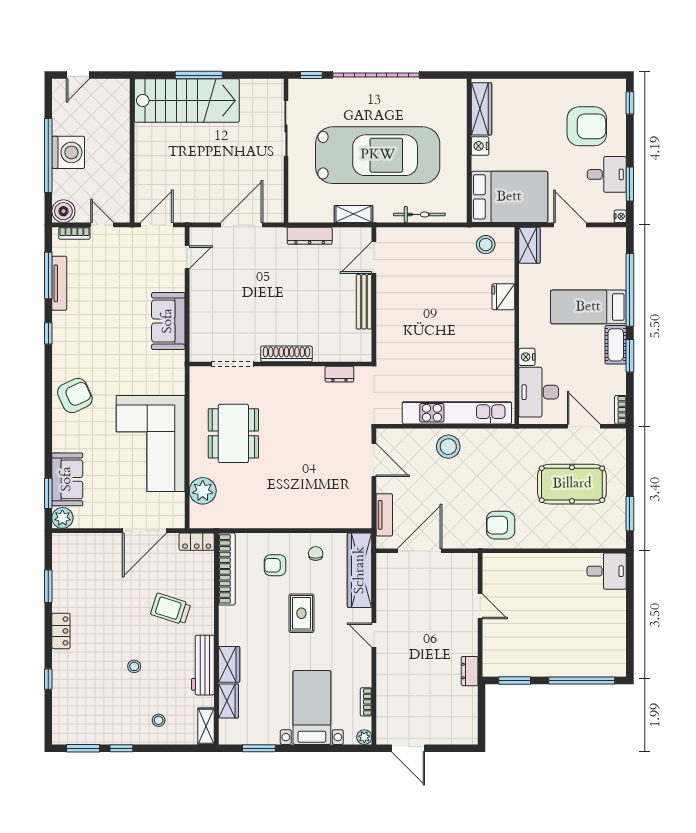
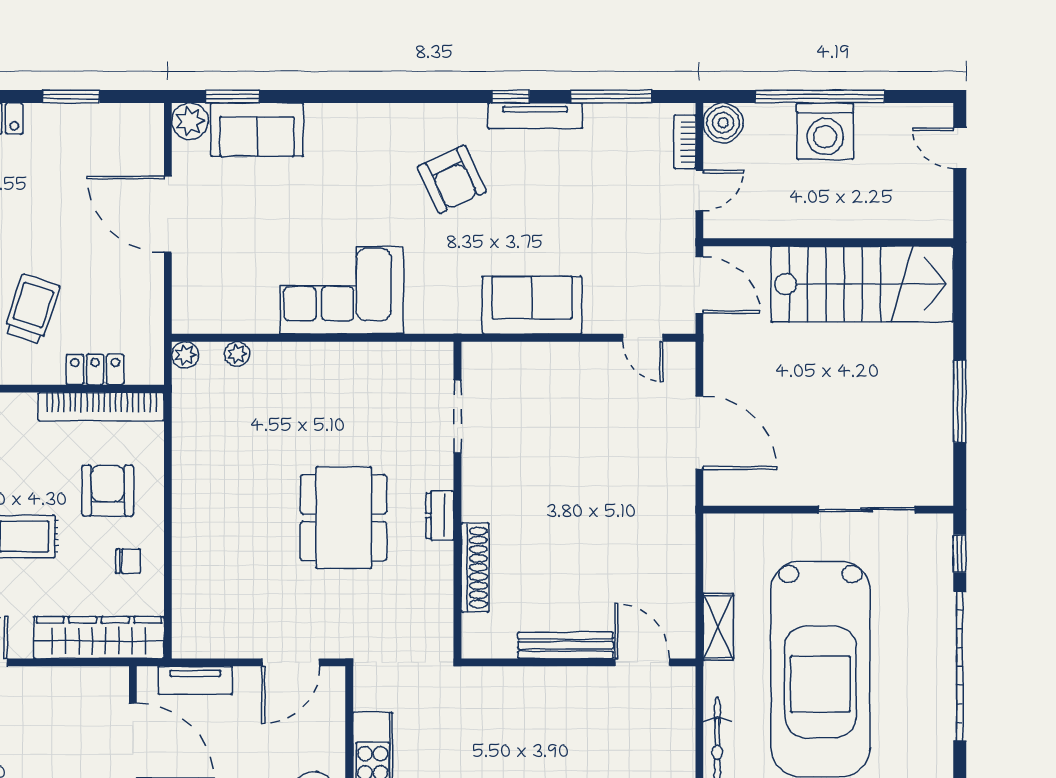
window: (199, 75) -> (960, 401), moved
stairs: (187, 101) -> (862, 284), moved, turned -90
dresser: (310, 236) -> (680, 551), removed
tv unit: (59, 283) -> (535, 116), moved
shoe rack: (286, 354) -> (475, 567), moved
dresser: (339, 374) -> (440, 516), moved
armchair: (75, 395) -> (452, 179), moved
dining table: (233, 433) -> (344, 518), moved, turned 90
corner sofa: (151, 443) -> (342, 290), width x0.73, depth x0.74
plant: (203, 491) -> (237, 354), width x0.53, depth x0.53
plant: (197, 521) -> (185, 355), added
door: (145, 531) -> (168, 214), moved
locker: (197, 542) -> (95, 369), moved, turned 90
armchair: (275, 565) -> (108, 491), width x1.38, depth x1.38

